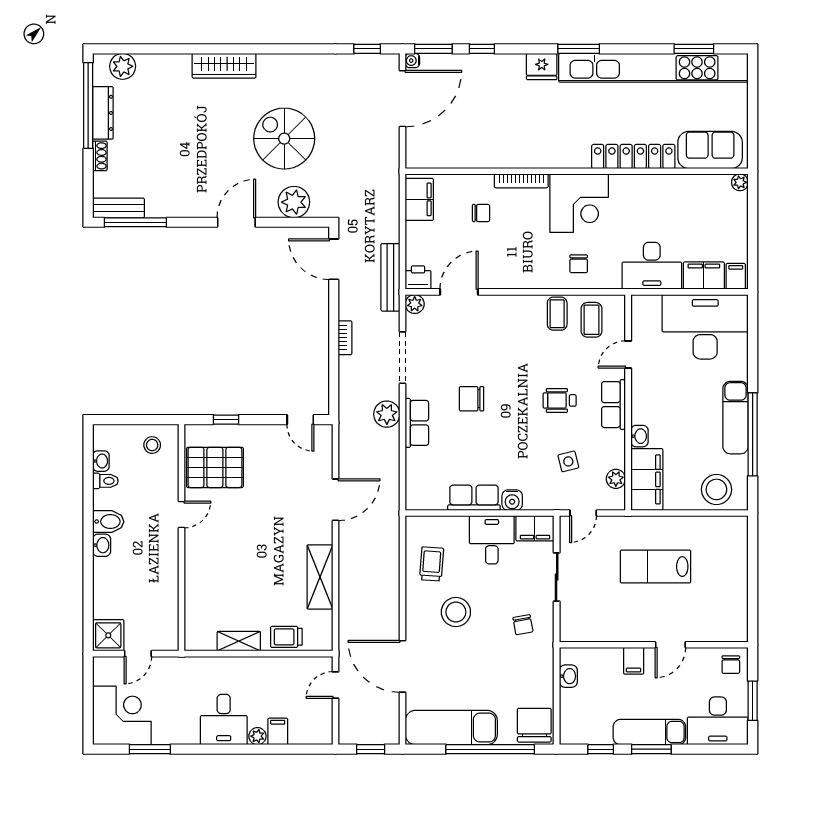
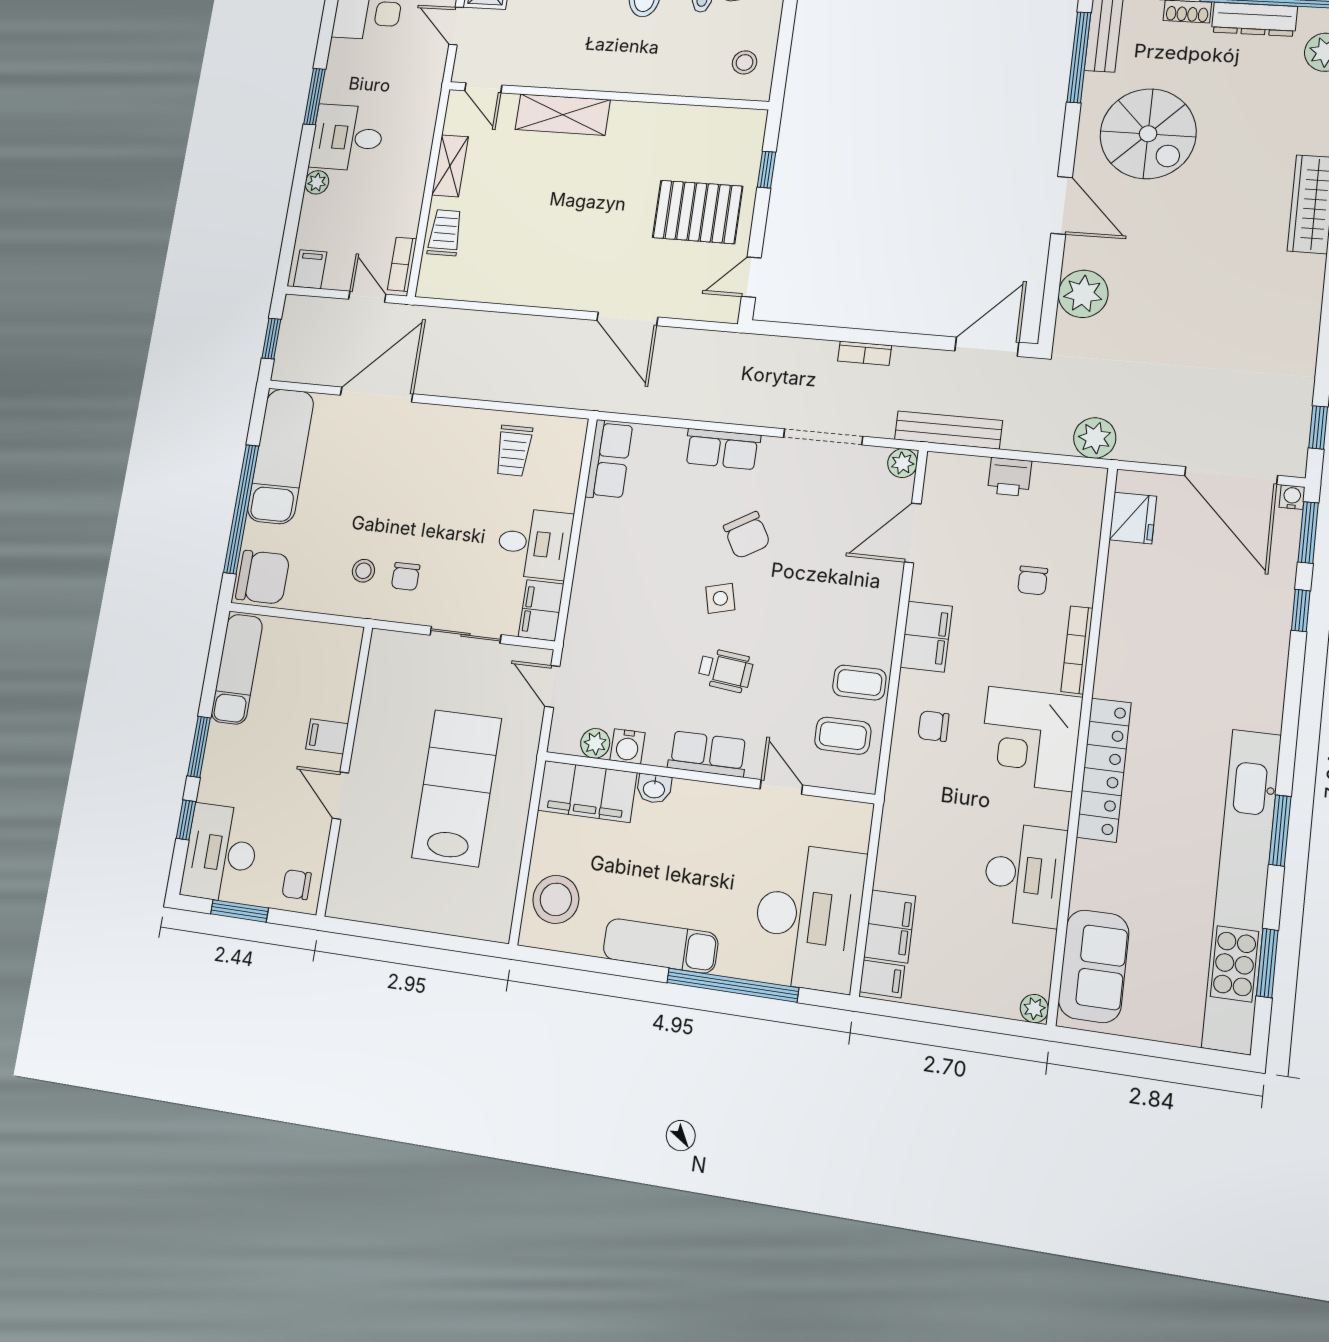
window: (579, 49) -> (1280, 831), moved
fridge: (542, 67) -> (1133, 518), moved, turned 180
spiral stairs: (284, 139) -> (1148, 134), moved, turned 90
locker: (633, 157) -> (1104, 770), moved
filing cabinet: (419, 199) -> (926, 637), moved, turned -90
desk: (652, 266) -> (1024, 875), moved, turned 180
printer: (418, 278) -> (1009, 477), moved, turned 90
door: (459, 292) -> (913, 533), swing flipped
chair: (471, 399) -> (747, 535), turned 150
wheelchair: (560, 400) -> (726, 670), turned 96
plant: (387, 414) -> (1095, 438), moved
window: (753, 434) -> (733, 985), moved
side table: (568, 461) -> (720, 598), moved
pallet: (215, 467) -> (698, 212), moved, turned 90
row of seats: (474, 498) -> (609, 460), moved
water cooler: (512, 500) -> (627, 746), moved, turned -90
door: (181, 515) -> (483, 88), moved
trolley: (432, 564) -> (514, 451), turned 86
lab bench: (656, 567) -> (457, 788), width x1.36, depth x1.39
shelving: (320, 577) -> (563, 115), moved
stool: (456, 612) -> (363, 571), moved, width x0.53, depth x0.53
chair: (523, 625) -> (406, 576), turned -80
bookcase: (311, 664) -> (402, 264), added
washbasin: (568, 676) -> (322, 636), removed
filing cabinet: (278, 731) -> (310, 269), moved, turned -90
exam couch: (649, 732) -> (237, 669), moved
window: (150, 749) -> (314, 97), moved
window: (601, 749) -> (186, 820), moved

